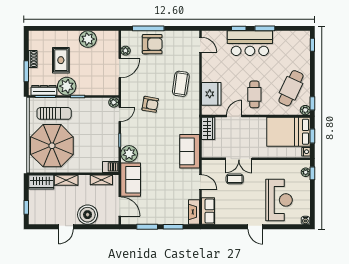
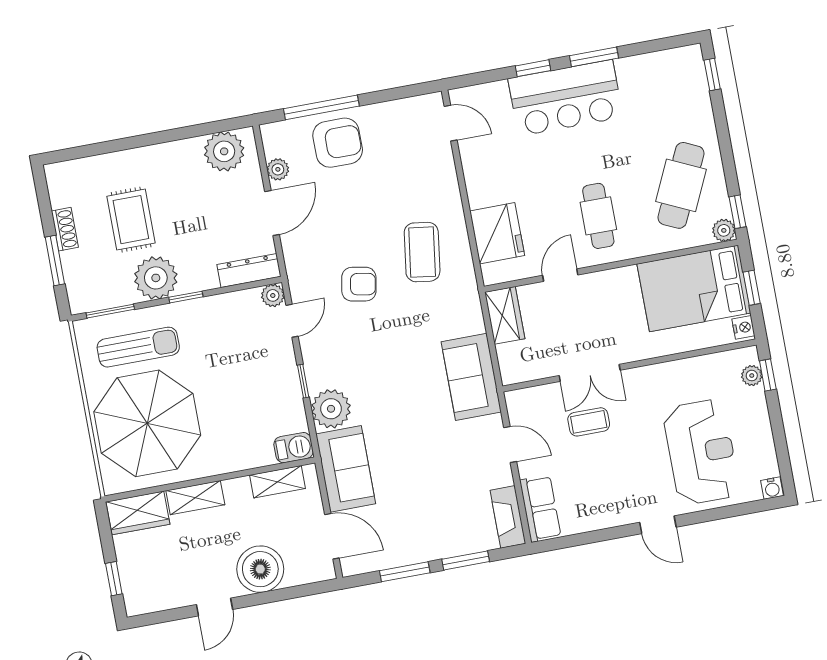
plant: (88, 39) -> (224, 151), moved
coffee table: (181, 84) -> (422, 252), moved
dresser: (44, 90) -> (249, 271), moved

